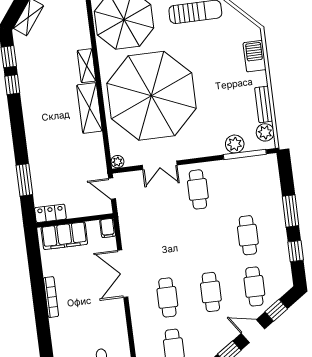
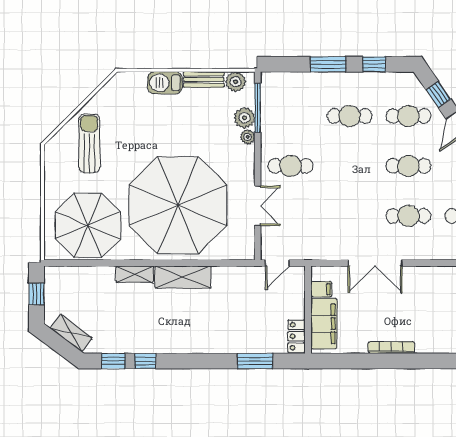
barbecue: (255, 56) -> (165, 83), moved
plant: (117, 162) -> (248, 137), moved
filing cabinet: (108, 228) -> (321, 289), moved

